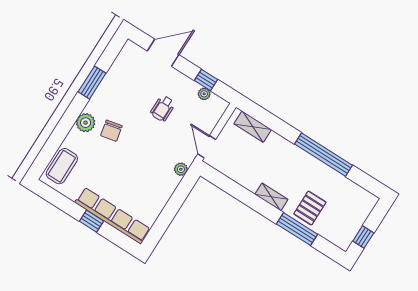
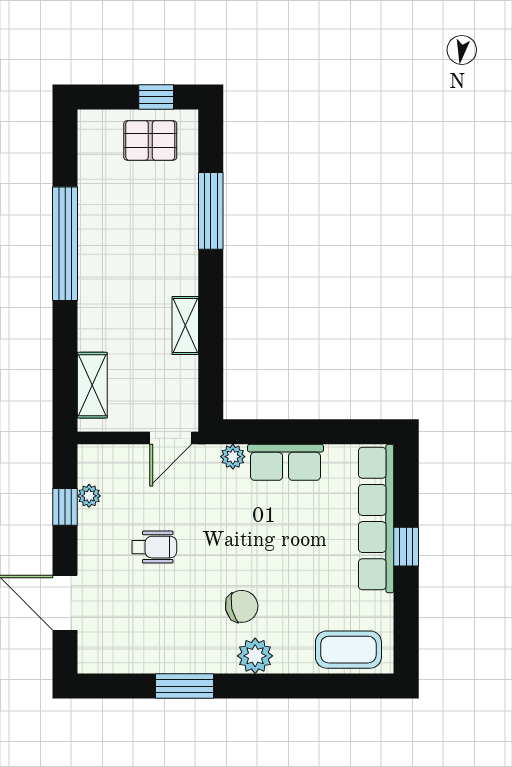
row of seats: (163, 191) -> (286, 462), added
shelving: (271, 197) -> (185, 326), moved
pallet: (310, 208) -> (150, 140), moved

